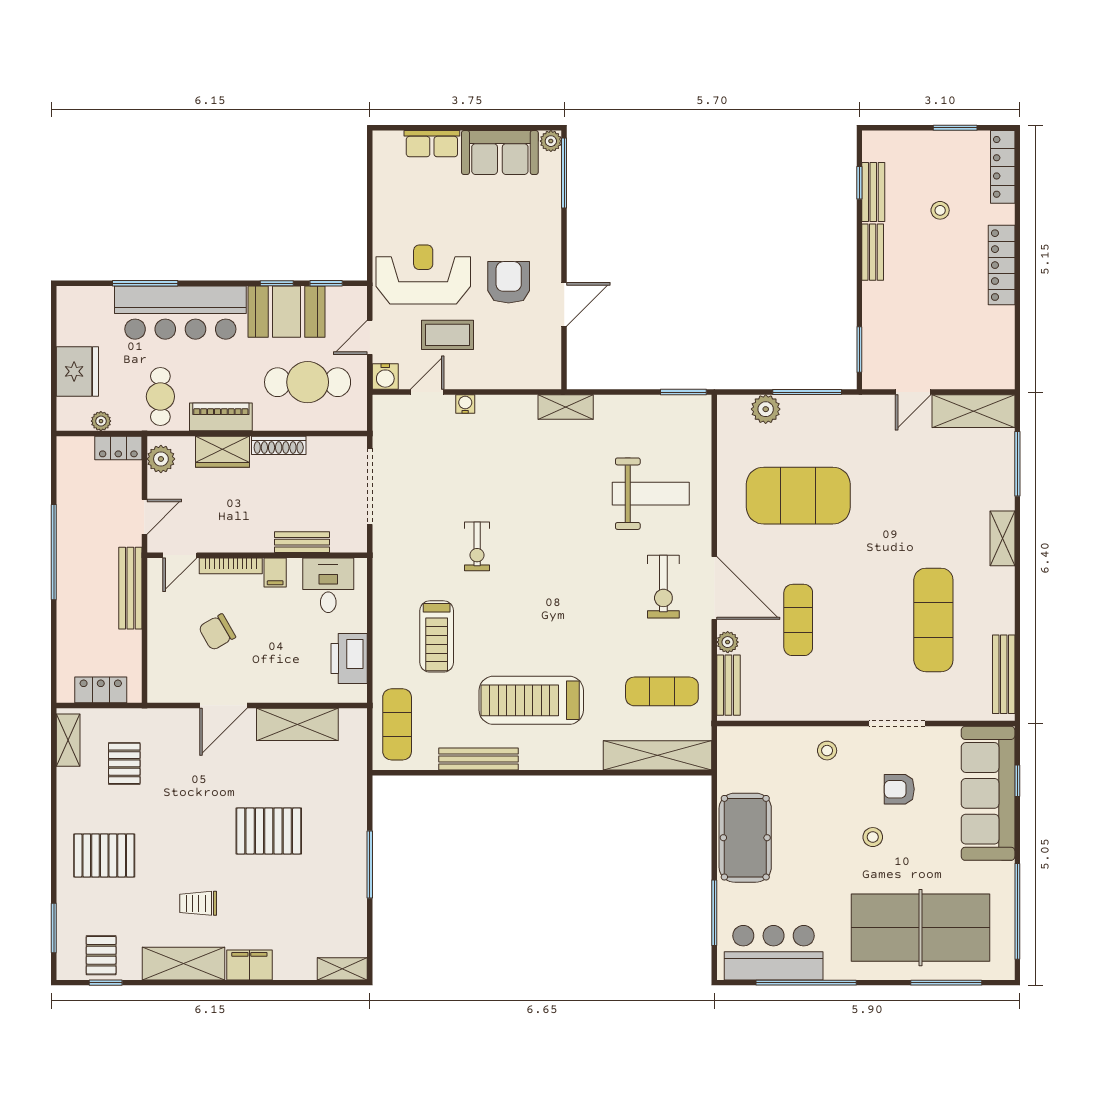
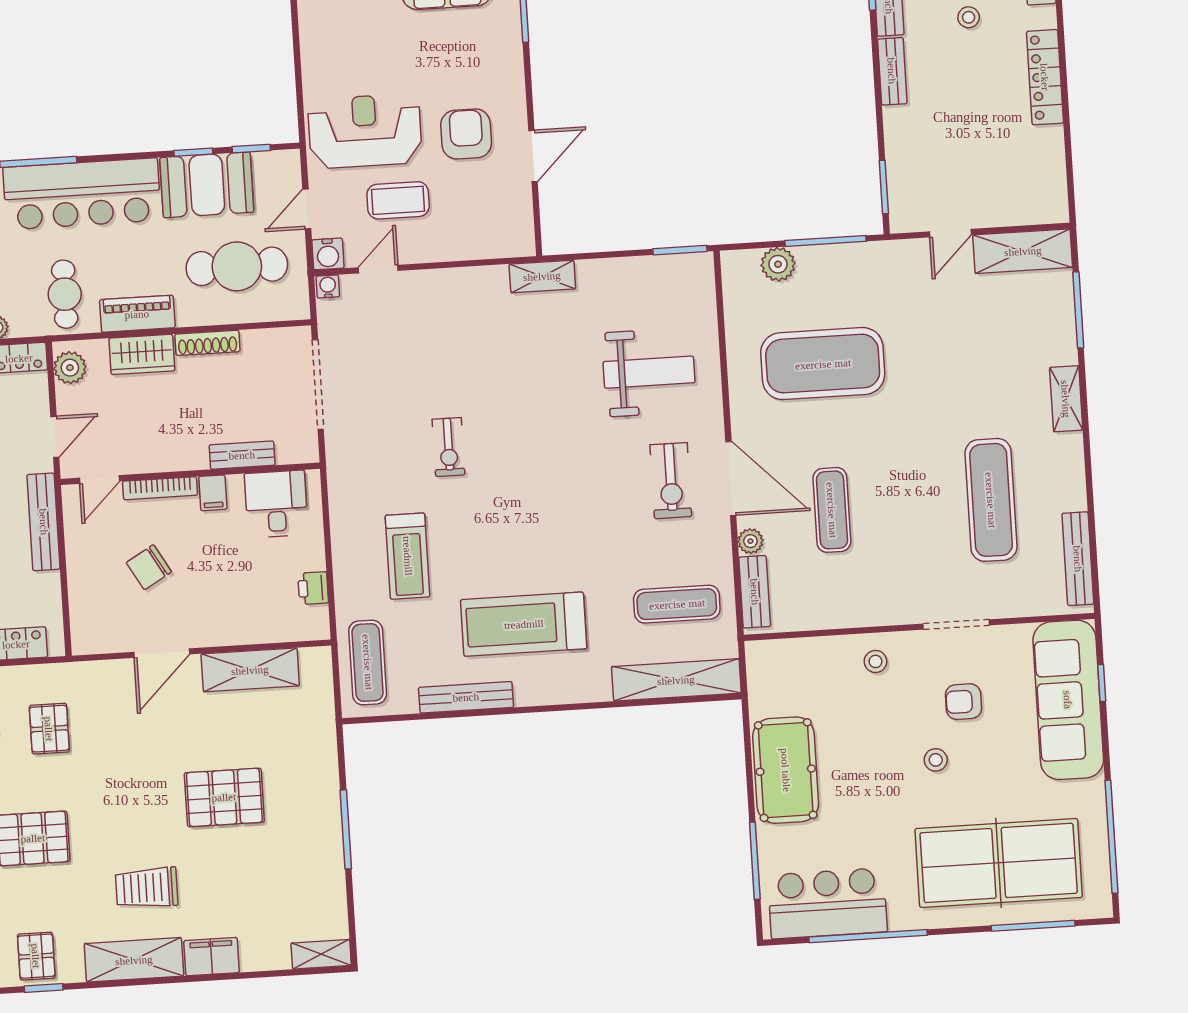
water cooler: (465, 404) -> (328, 286), moved
printer: (349, 659) -> (313, 588), width x0.53, depth x0.68
trolley: (198, 903) -> (147, 888), width x1.36, depth x1.39

